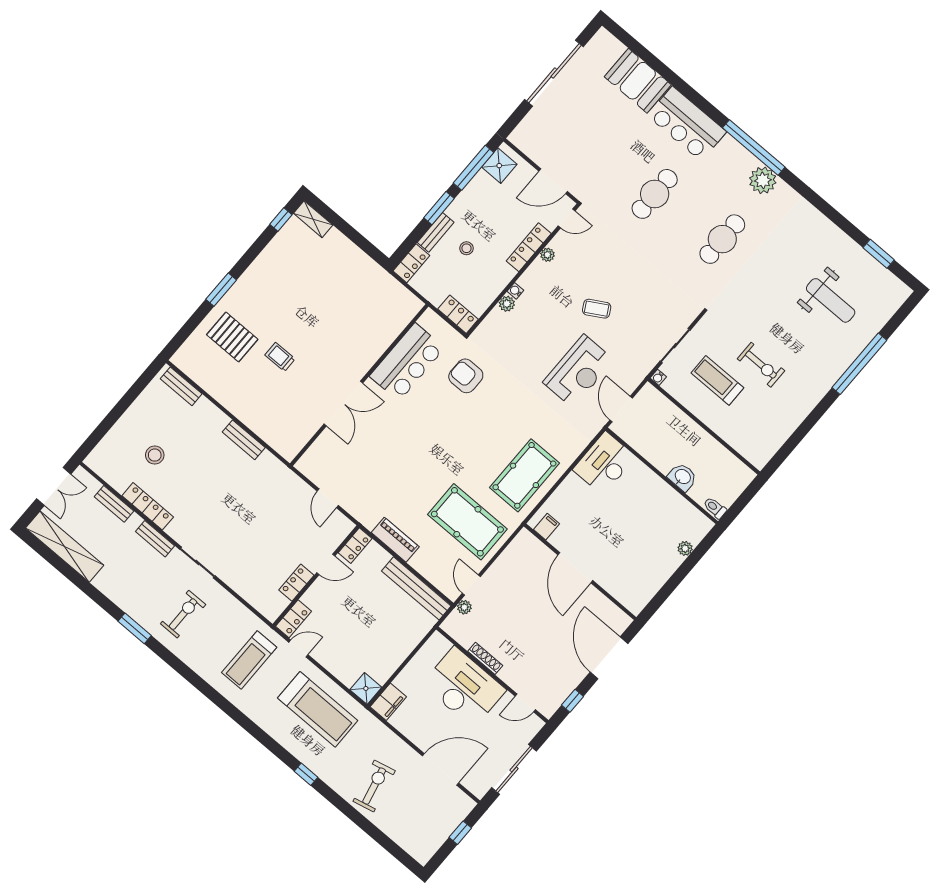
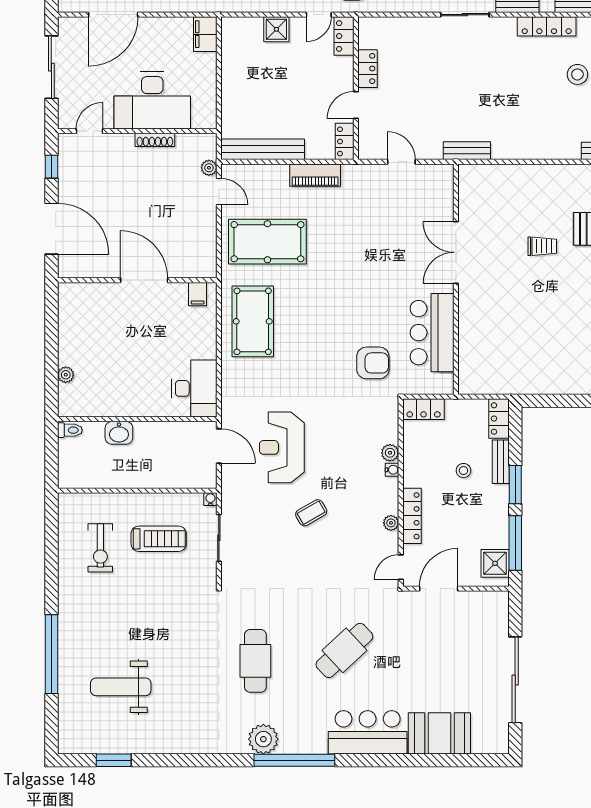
cafe table: (655, 194) -> (344, 650), turned 47
exercise bike: (761, 365) -> (100, 548), moved, turned -90
bench: (244, 440) -> (467, 151), moved
shower: (366, 688) -> (276, 29), moved

